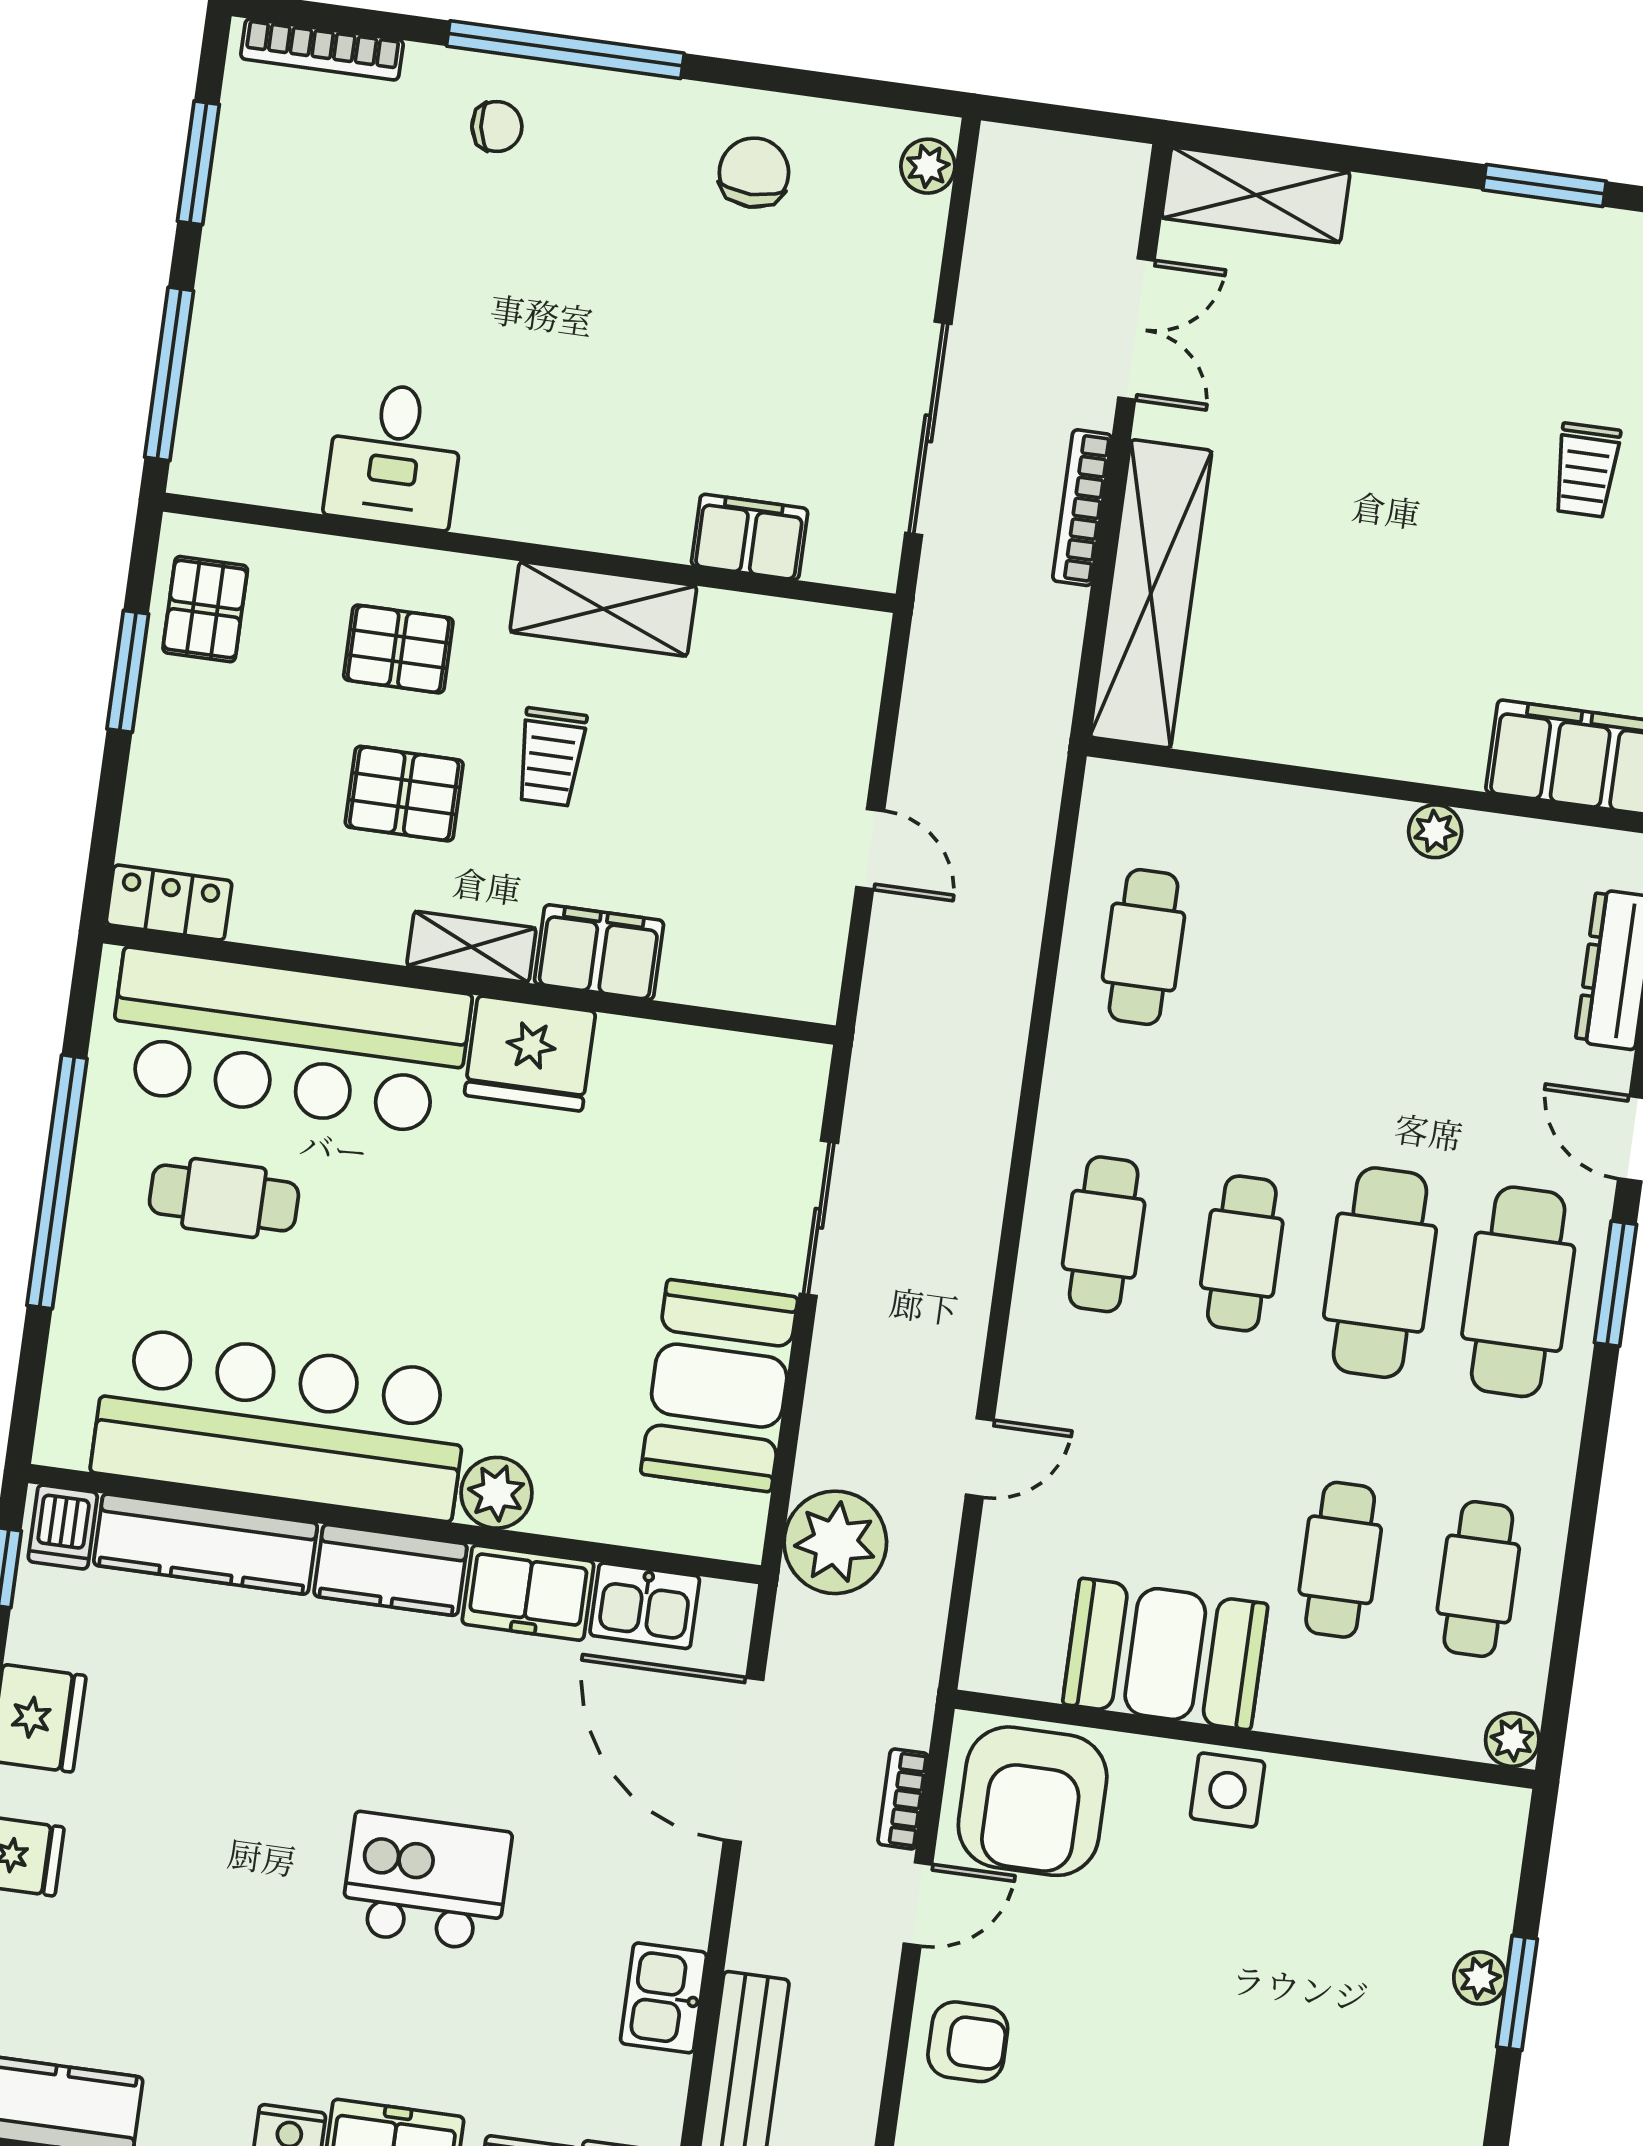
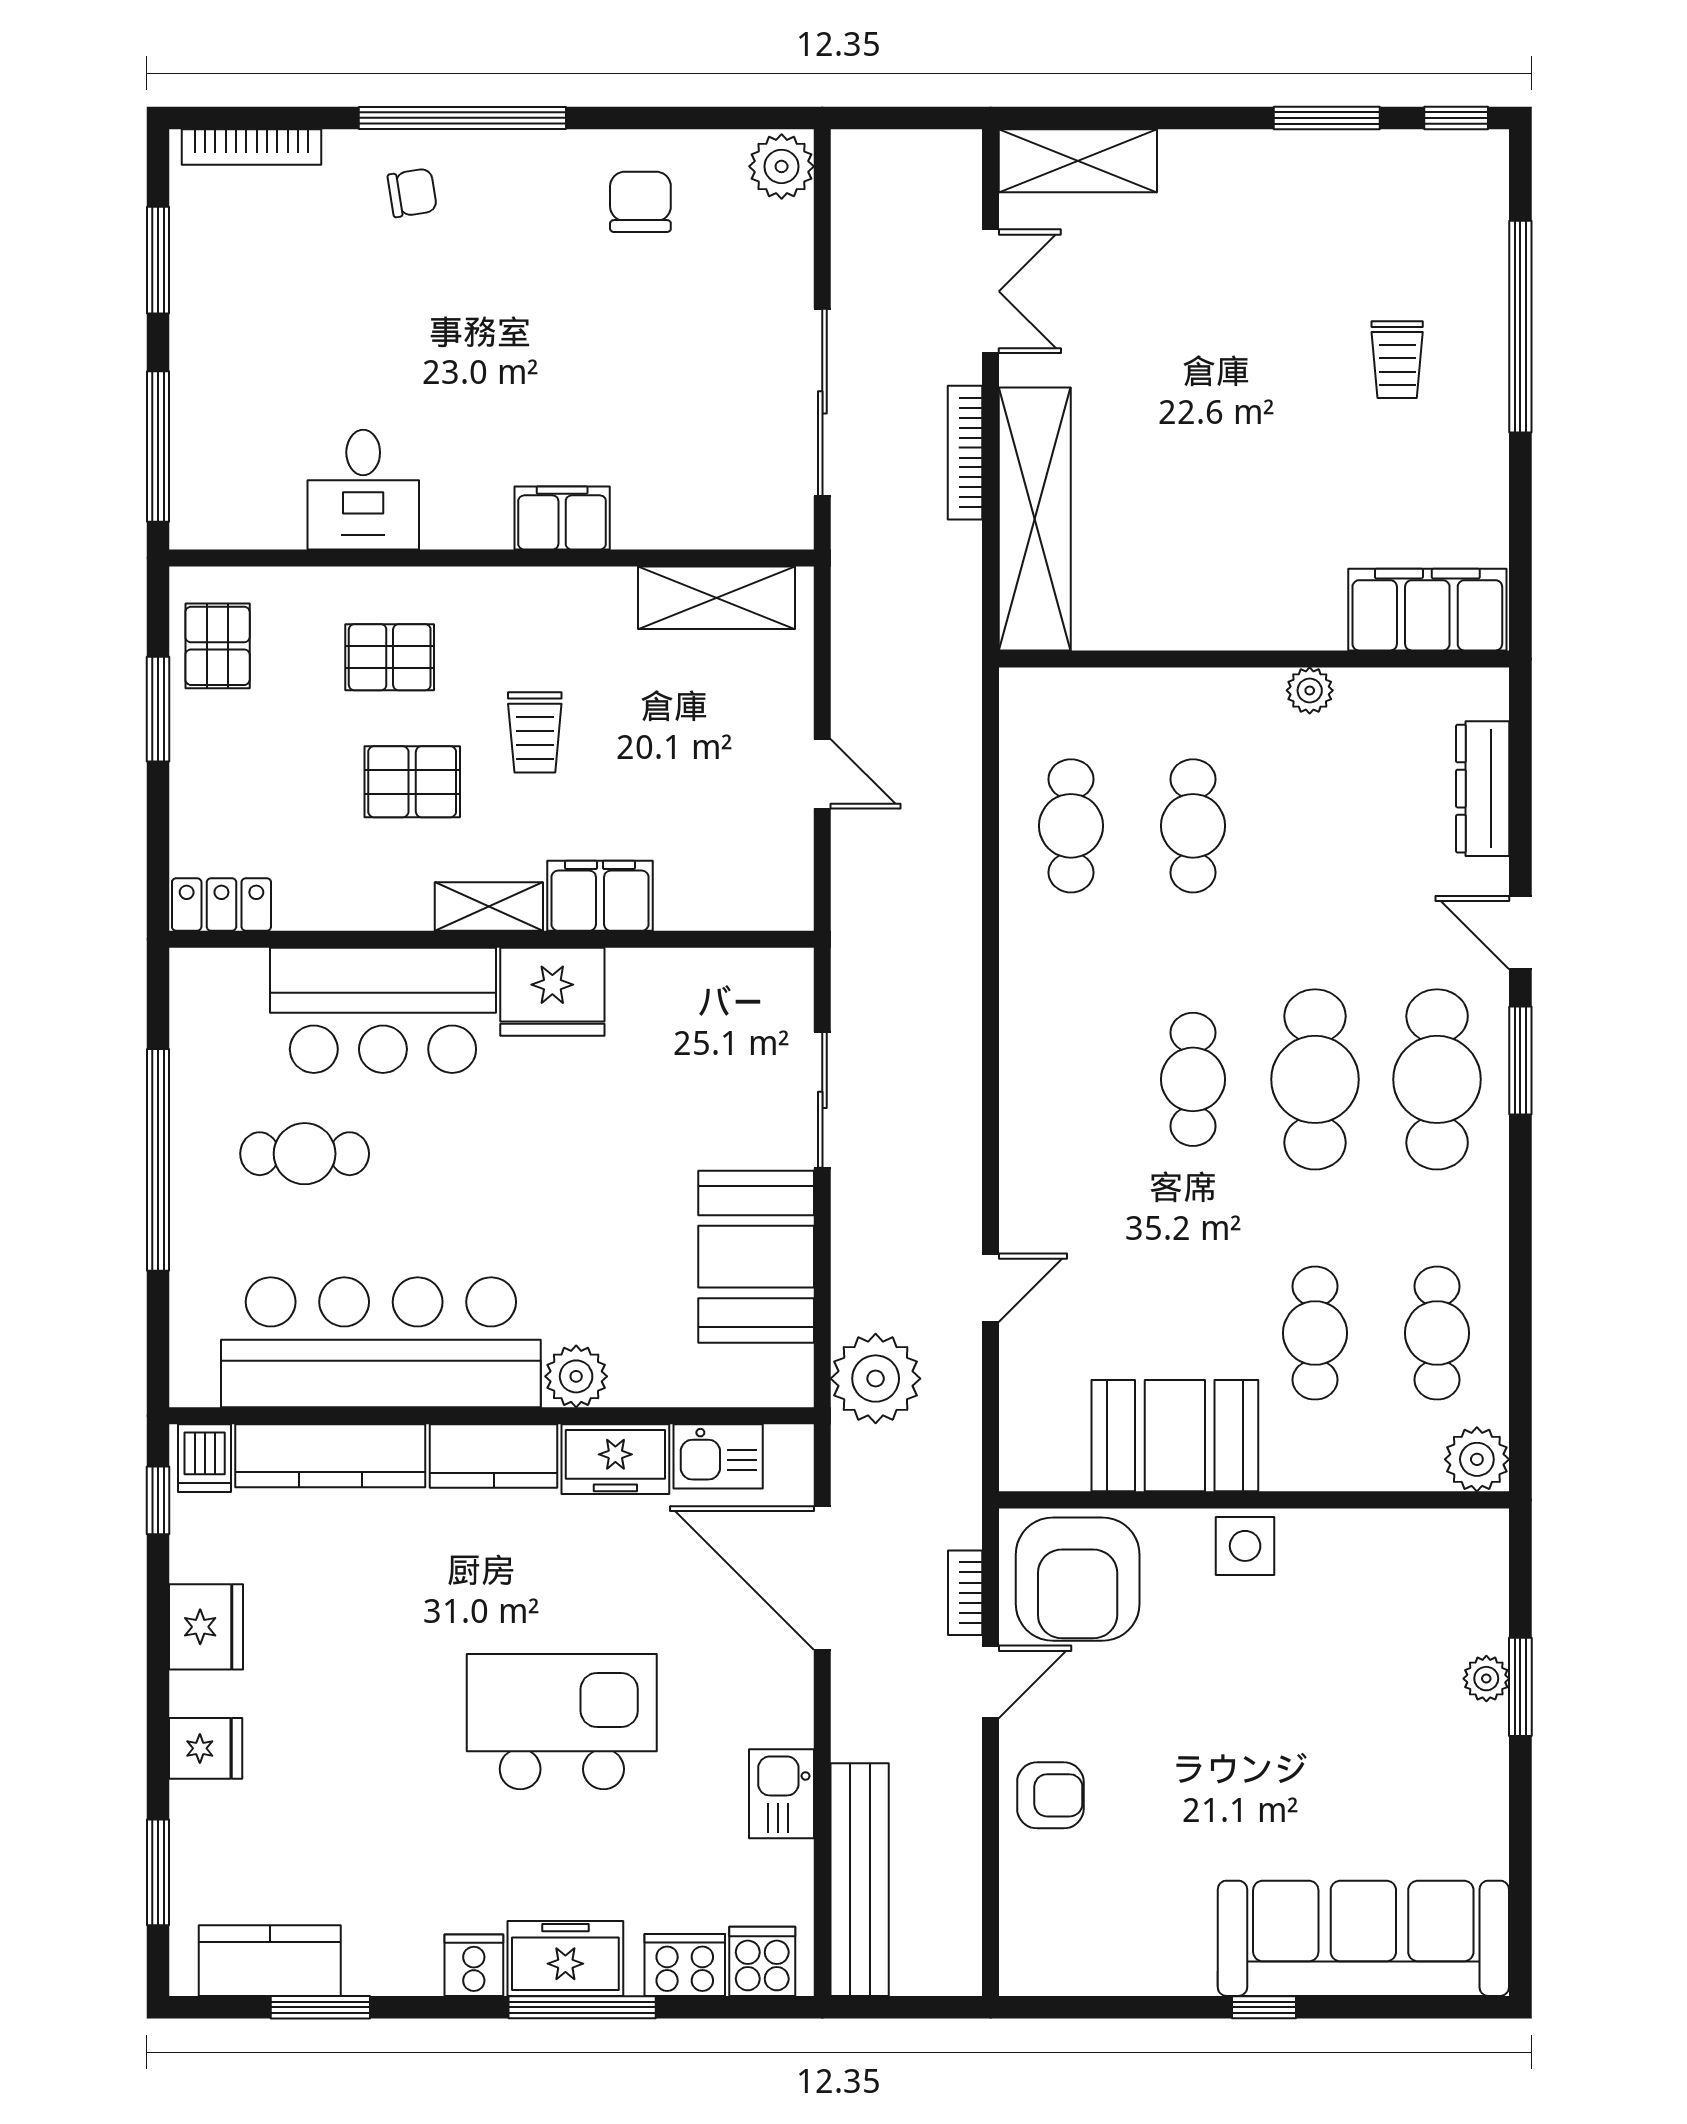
plant: (928, 166) -> (782, 166), width x1.38, depth x1.38
filing cabinet: (750, 537) -> (562, 518), moved
shelving: (603, 609) -> (716, 598), moved
bar counter: (289, 1041) -> (383, 1010), width x0.73
cafe table: (1104, 1234) -> (1193, 826), moved
plant: (1512, 1740) -> (1477, 1459), width x1.38, depth x1.38
kitchen island: (426, 1882) -> (562, 1722), width x1.37, depth x1.28

